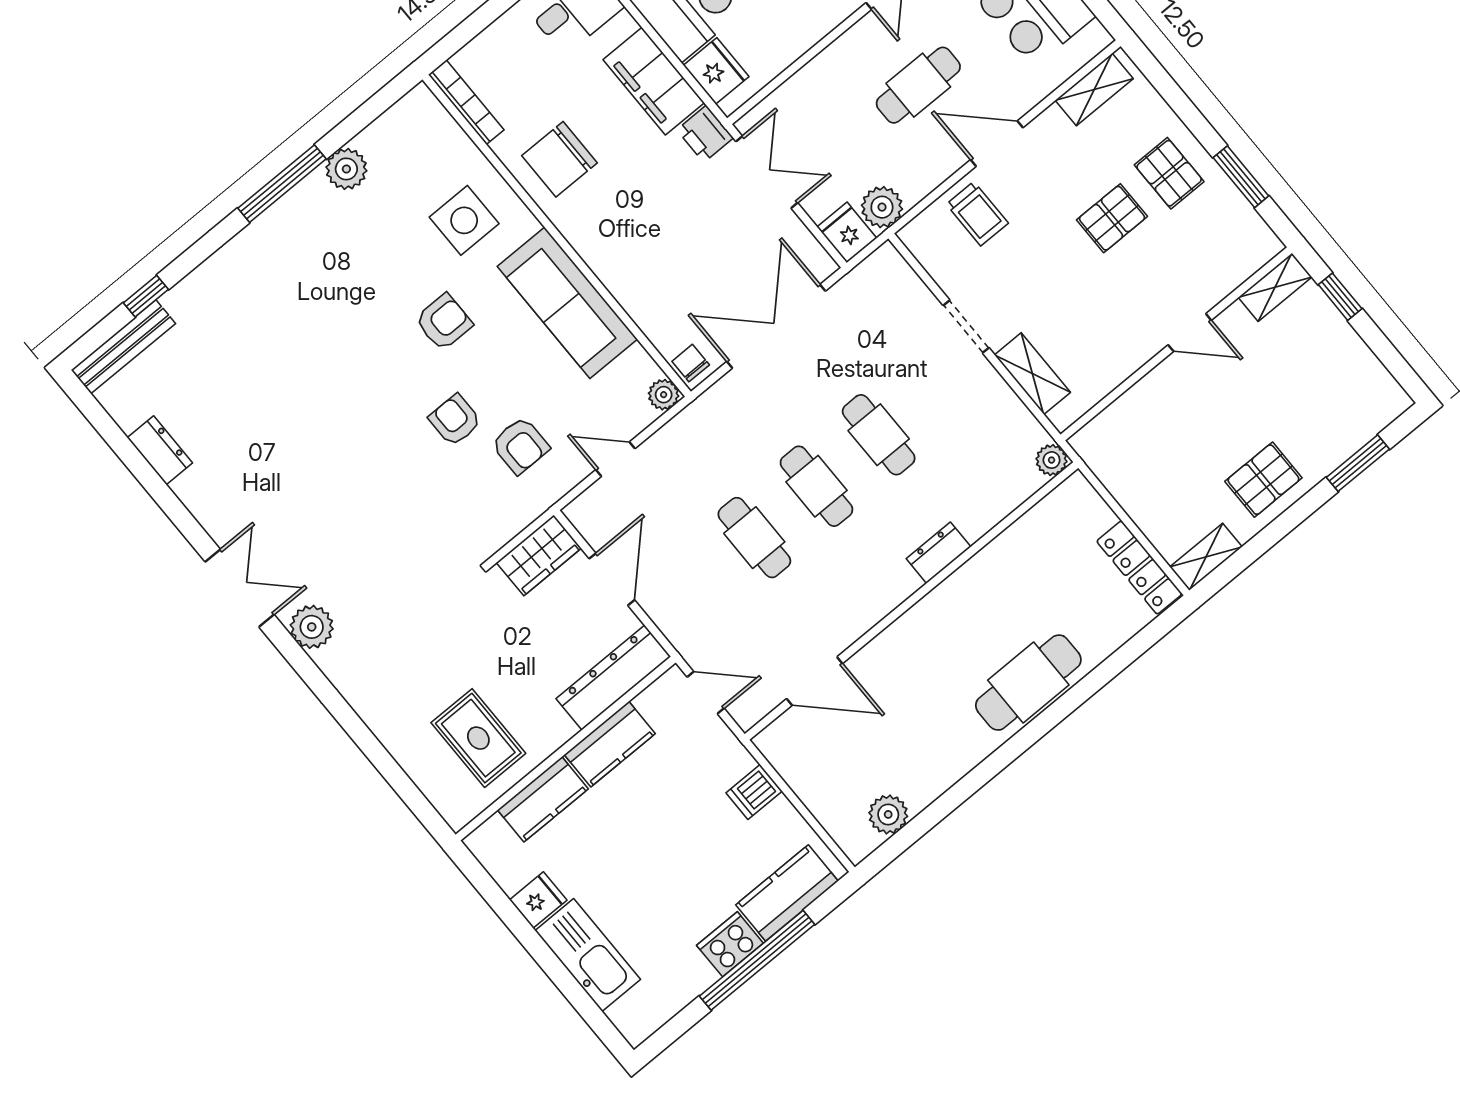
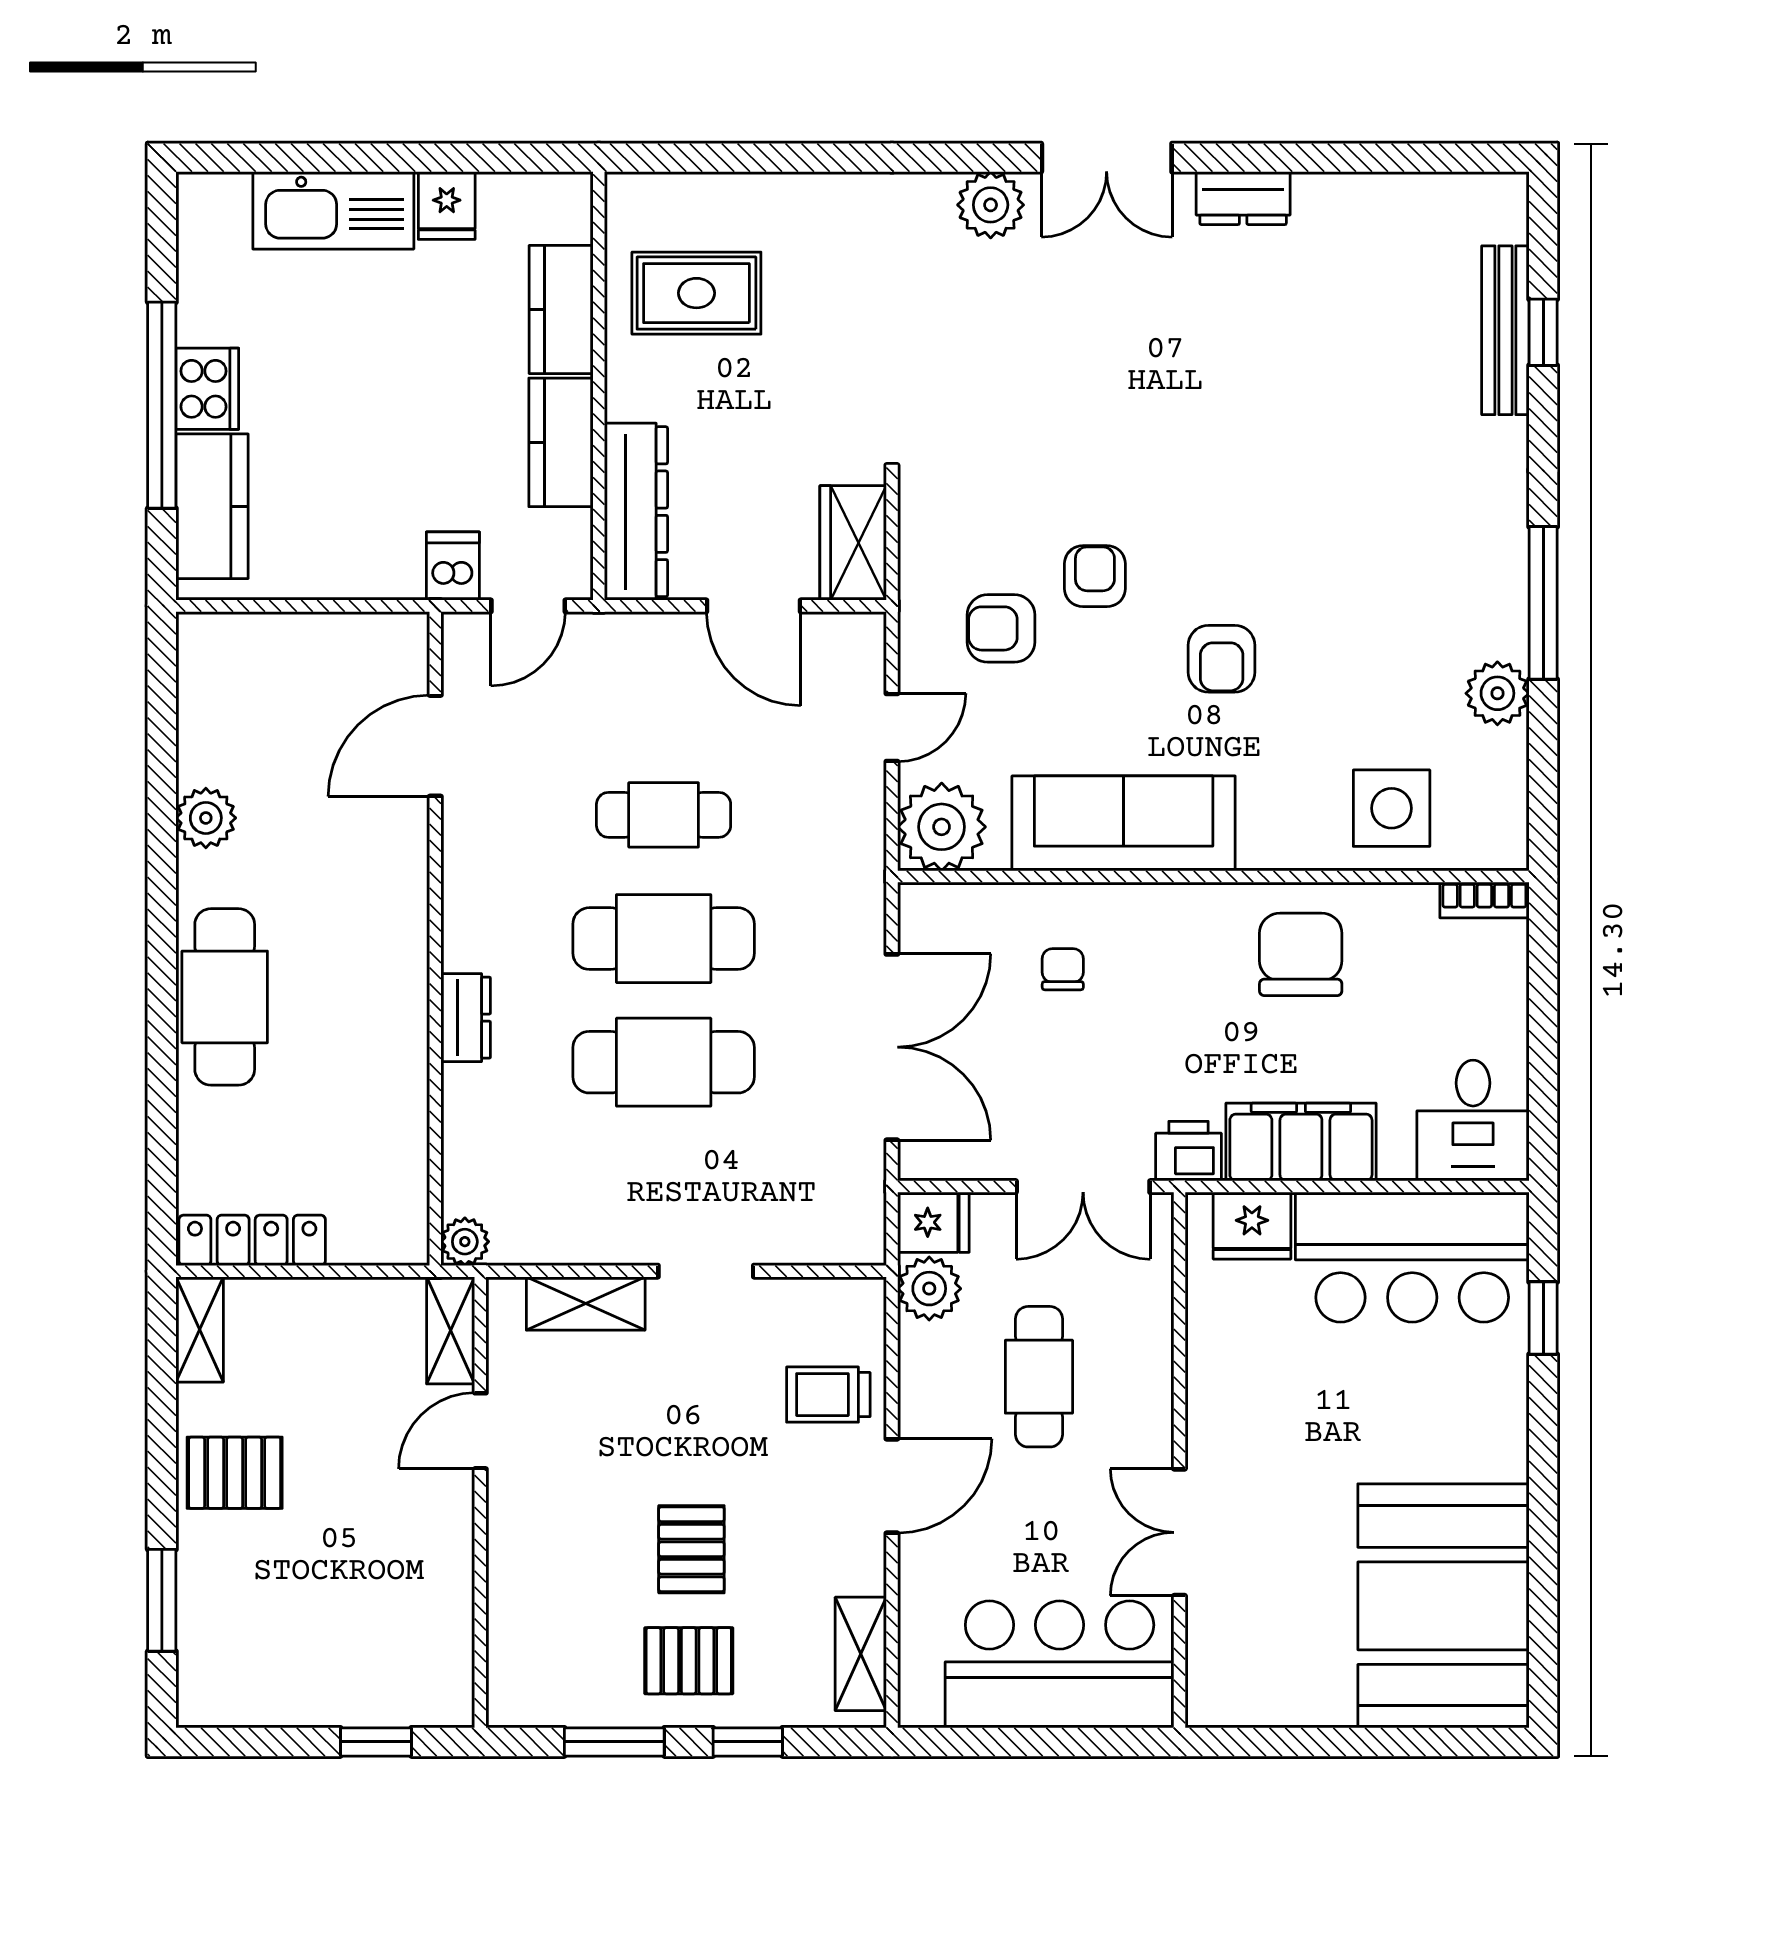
cafe table: (918, 85) -> (1039, 1377), moved
bookcase: (466, 102) -> (1484, 900), width x0.64
window: (1185, 110) -> (748, 1742), added
side table: (464, 220) -> (1392, 808), moved
shelving: (1275, 287) -> (451, 1330), moved
door: (1190, 333) -> (480, 1431), moved
bench: (123, 347) -> (1505, 330), moved
chair: (691, 363) -> (1063, 969), moved, turned -90
plant: (664, 395) -> (942, 827), width x1.88, depth x1.88
armchair: (455, 420) -> (1095, 576), turned -90
cafe table: (879, 435) -> (664, 1062), width x1.37, depth x1.35
dresser: (160, 450) -> (1243, 198), moved
pallet: (1263, 480) -> (235, 1473), turned 90
cafe table: (816, 486) -> (664, 939), width x1.37, depth x1.35
dishwasher: (754, 792) -> (453, 566), moved
plant: (888, 814) -> (206, 818), moved

